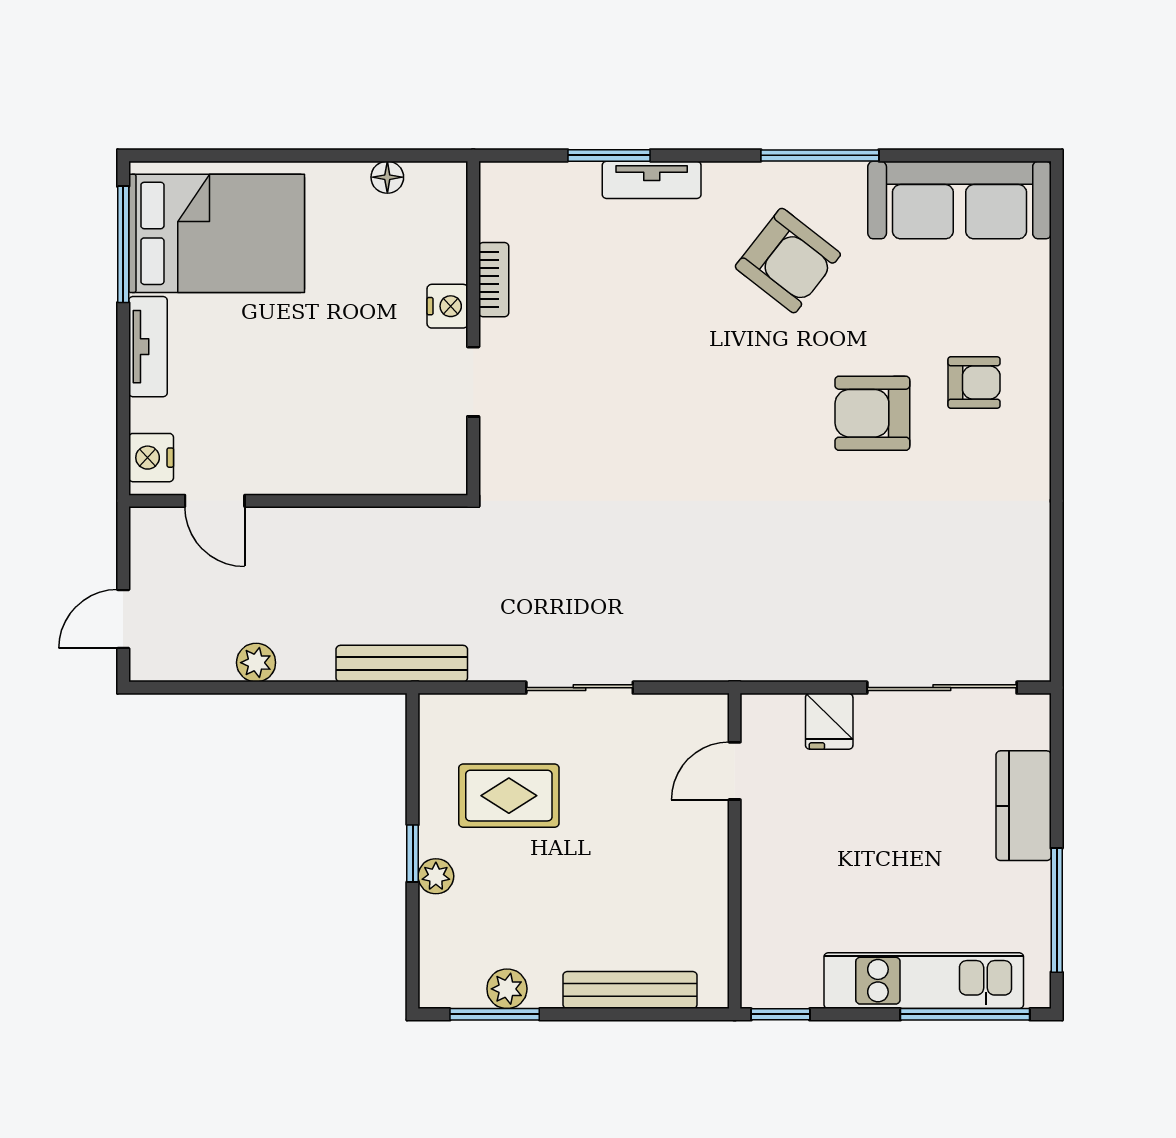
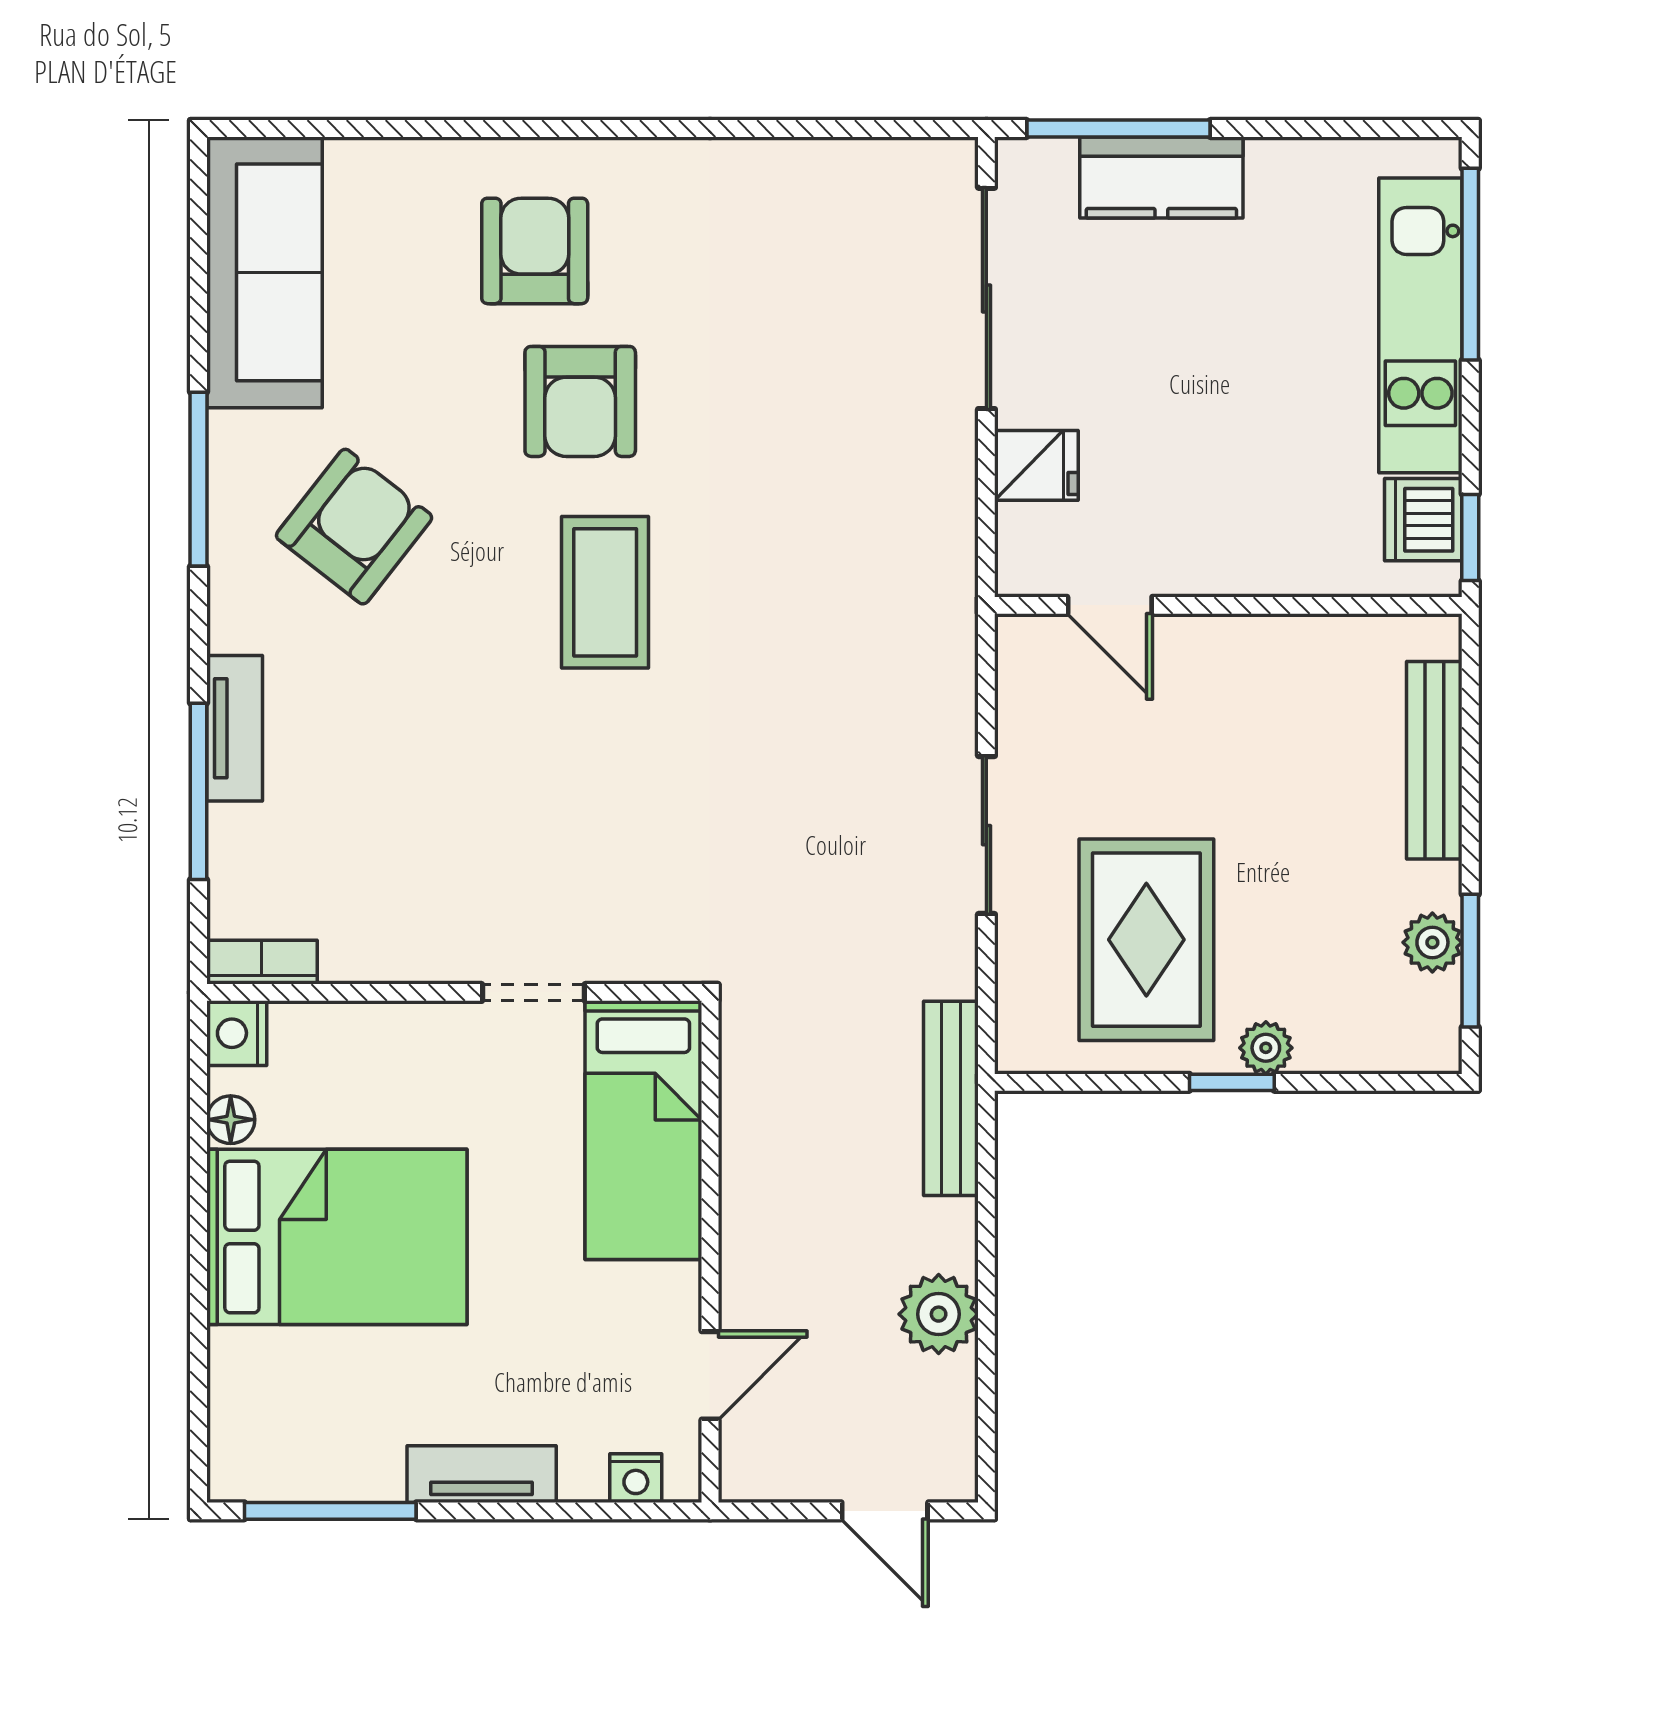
window: (609, 155) -> (198, 791), width x1.44
bed: (217, 233) -> (337, 1237), moved, turned 90
bookcase: (494, 280) -> (262, 962), moved
nightstand: (447, 306) -> (237, 1033), moved, turned -90
armchair: (974, 383) -> (535, 251), width x1.38, depth x1.38
coffee table: (743, 430) -> (605, 592), added
bed: (380, 456) -> (643, 1130), added
nightstand: (151, 458) -> (636, 1478), width x0.72, depth x0.74
plant: (256, 663) -> (939, 1314), width x1.38, depth x1.38
rug: (509, 796) -> (1146, 940), width x1.36, depth x1.43
window: (1057, 910) -> (1118, 128), moved
dishwasher: (792, 983) -> (1423, 520), added

